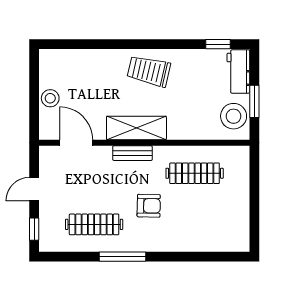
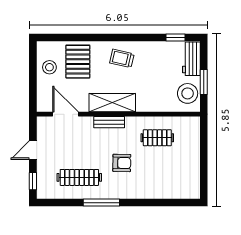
trolley: (149, 71) -> (122, 58), width x0.73, depth x0.72
pallet: (92, 75) -> (78, 62), added
stool: (50, 98) -> (49, 67), moved
clothes rail: (195, 173) -> (157, 138), width x0.73

